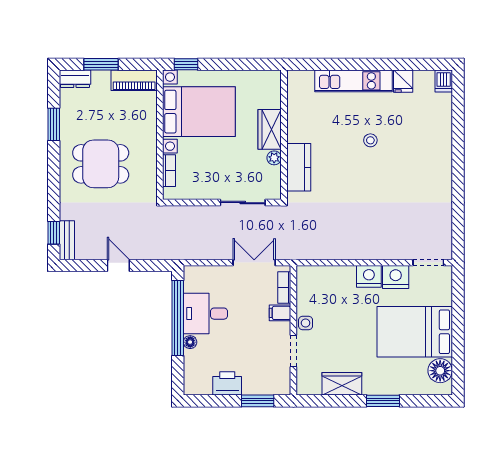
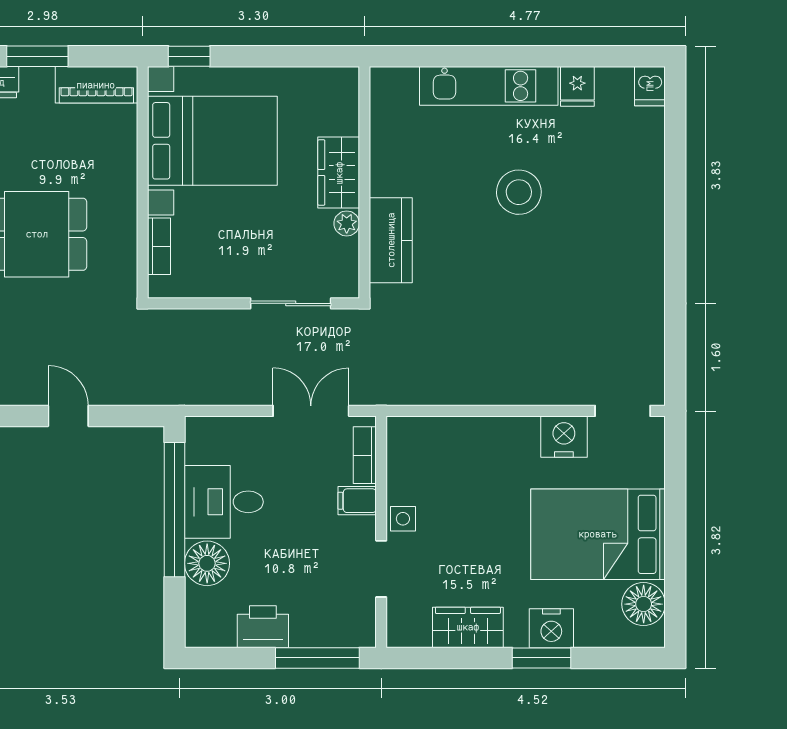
stool: (370, 140) -> (519, 192), width x1.89, depth x1.89
nightstand: (369, 276) -> (551, 628), moved, turned 180
floor lamp: (190, 342) -> (207, 563), width x1.89, depth x1.89
window: (258, 401) -> (317, 658), width x1.44

